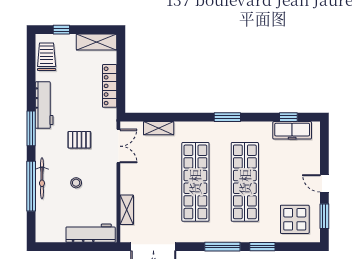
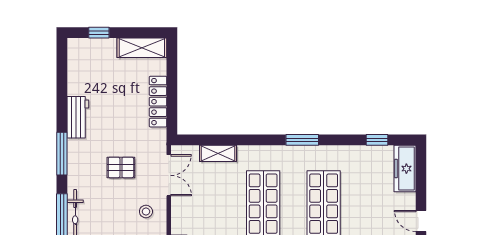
trolley: (47, 57) -> (81, 66), removed
workbench: (44, 105) -> (78, 117), width x0.73
freezer: (292, 130) -> (405, 169), moved, turned 90
stool: (76, 183) -> (146, 211), moved

